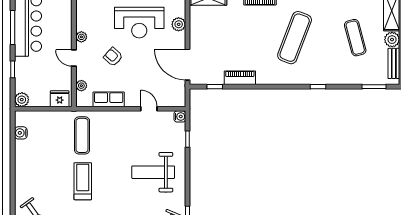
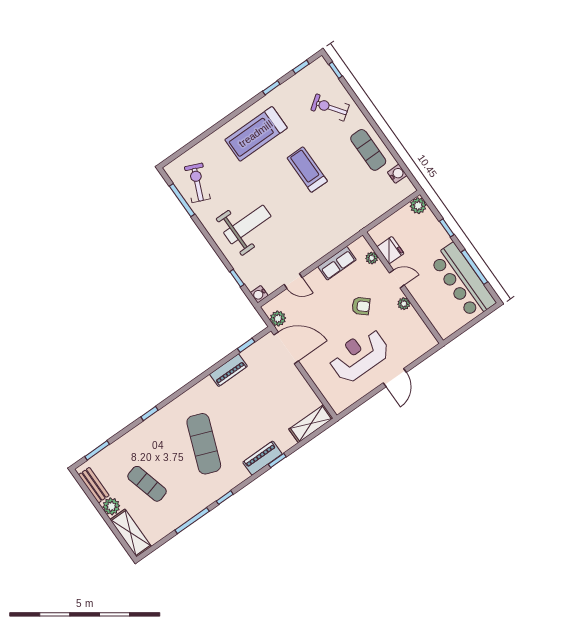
plant: (179, 24) -> (278, 319), moved
fridge: (60, 99) -> (390, 250), moved, turned -90
exercise mat: (82, 135) -> (368, 150), moved
treadmill: (83, 181) -> (307, 170), turned 180

